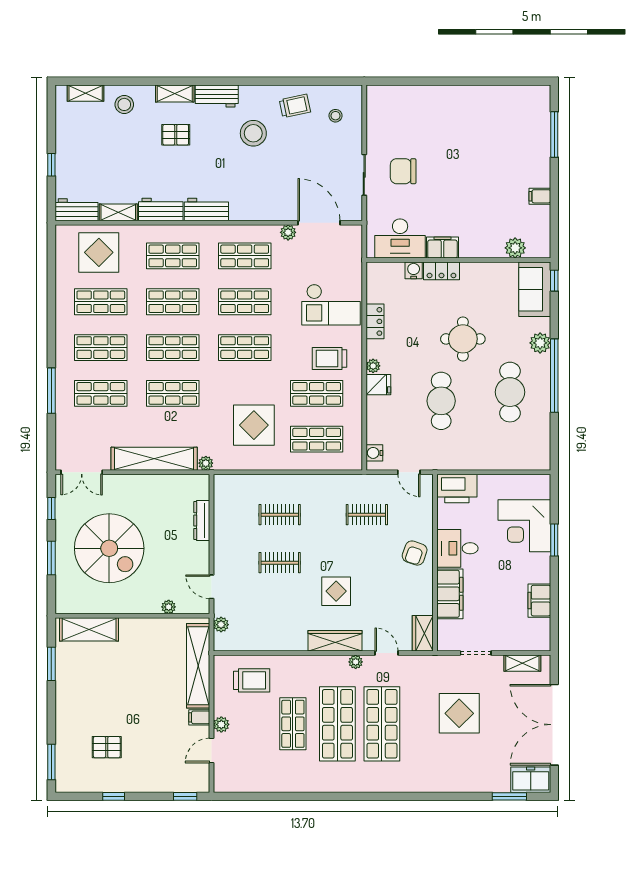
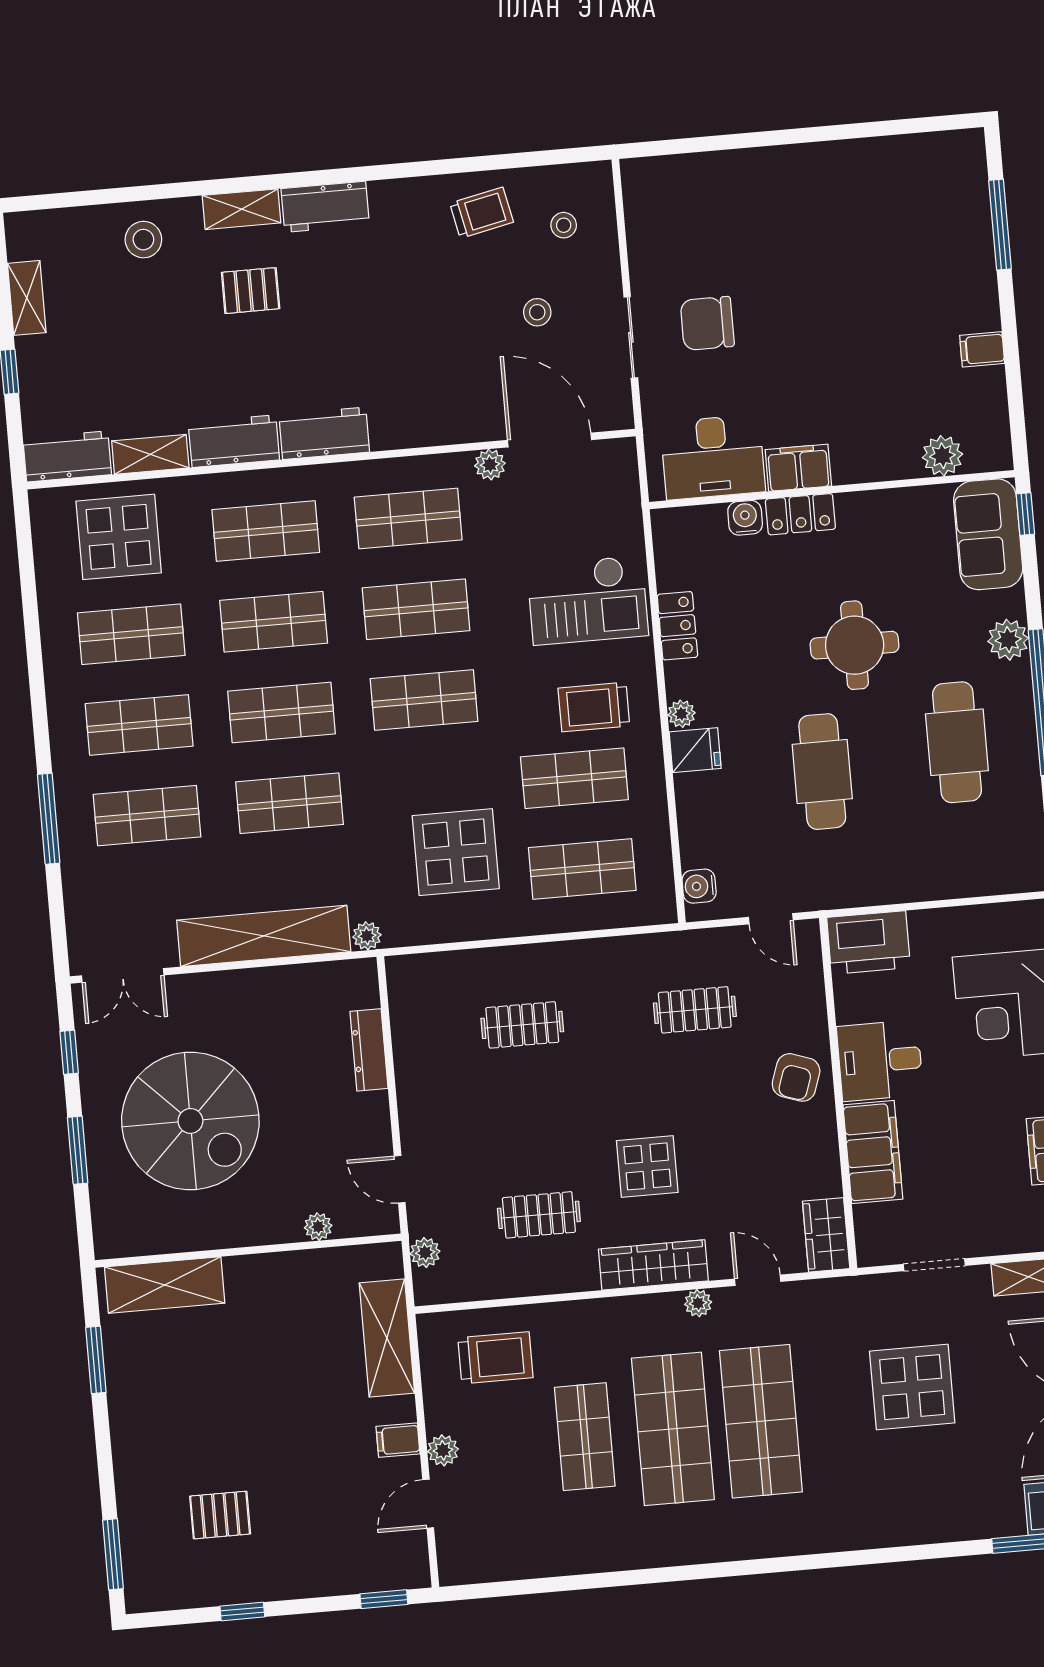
shelving: (86, 93) -> (27, 298), moved, turned 90
stool: (253, 133) -> (537, 312), moved, width x0.53, depth x0.53
clothes rail: (280, 563) -> (539, 1215), moved
shelving: (198, 666) -> (387, 1338), width x0.68

